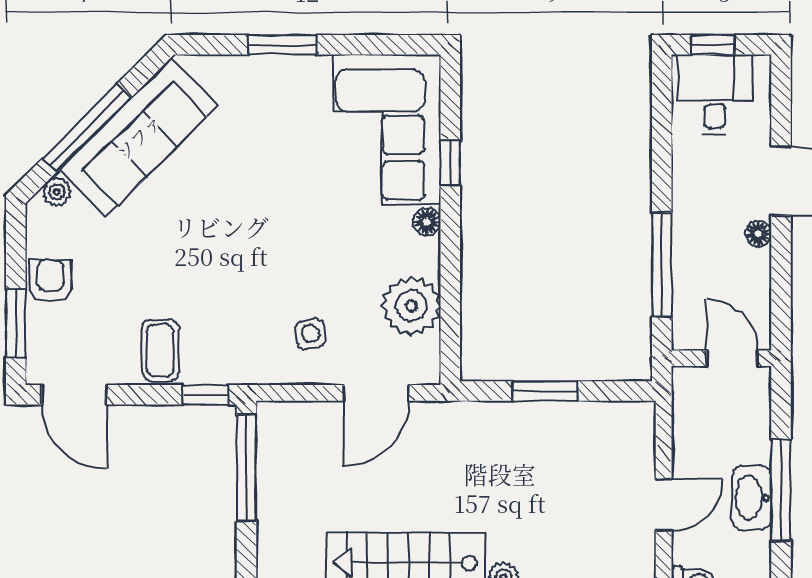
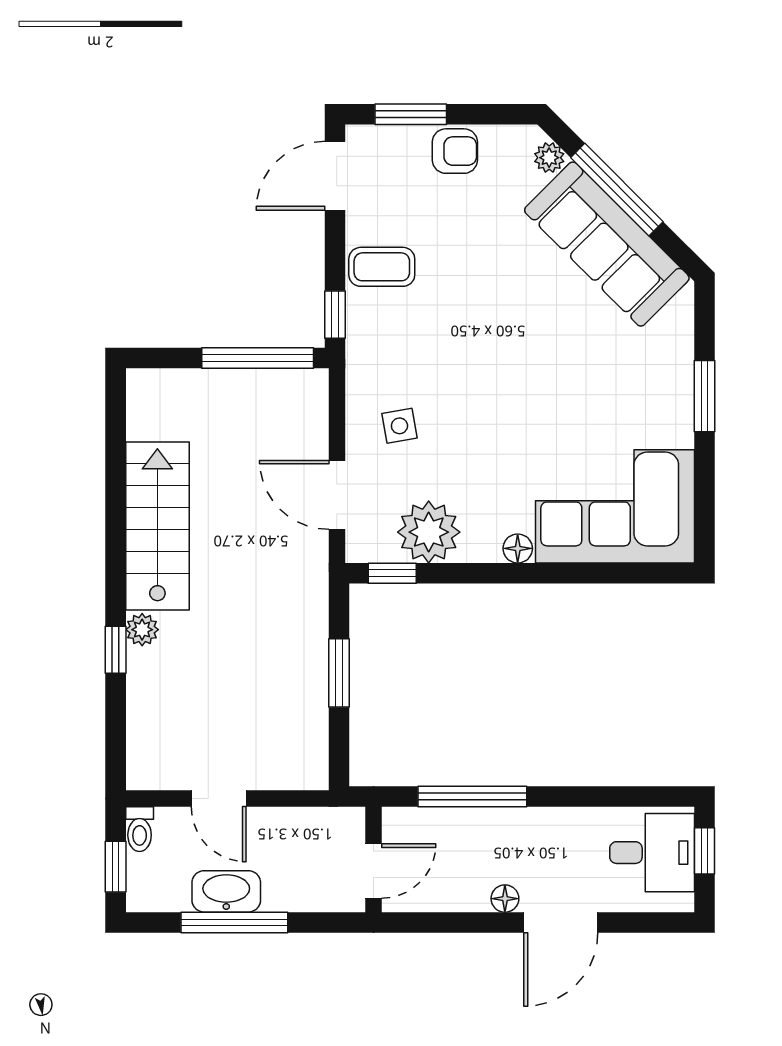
window: (450, 163) -> (392, 573), moved

